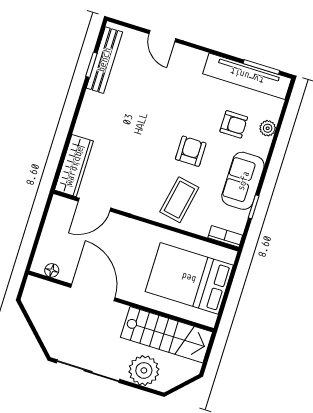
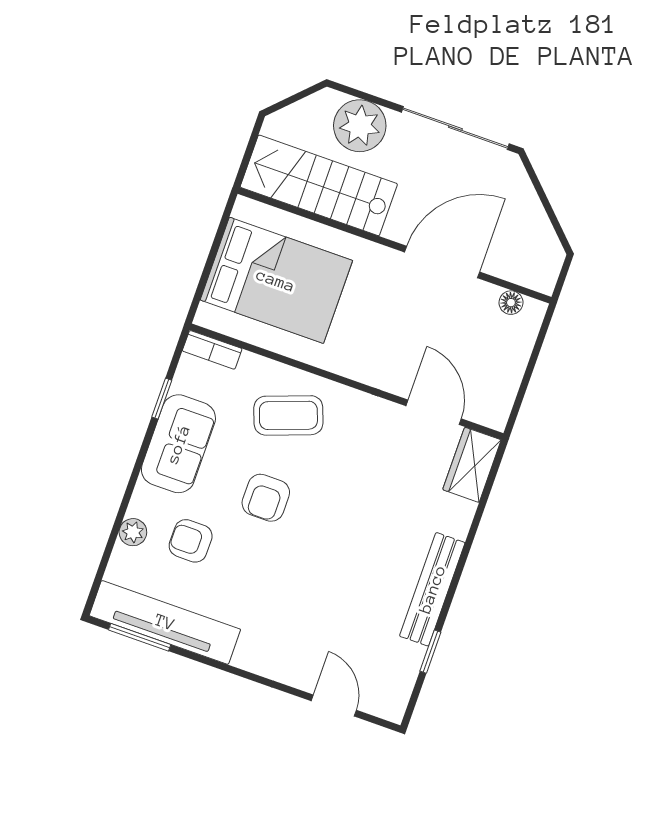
door: (162, 36) -> (334, 706), moved
bench: (104, 60) -> (432, 589), moved
wardrobe: (74, 166) -> (472, 465), width x0.67
coffee table: (179, 200) -> (288, 415), turned 59
door: (95, 205) -> (434, 412), hinge flipped
door: (93, 293) -> (442, 262), swing flipped

